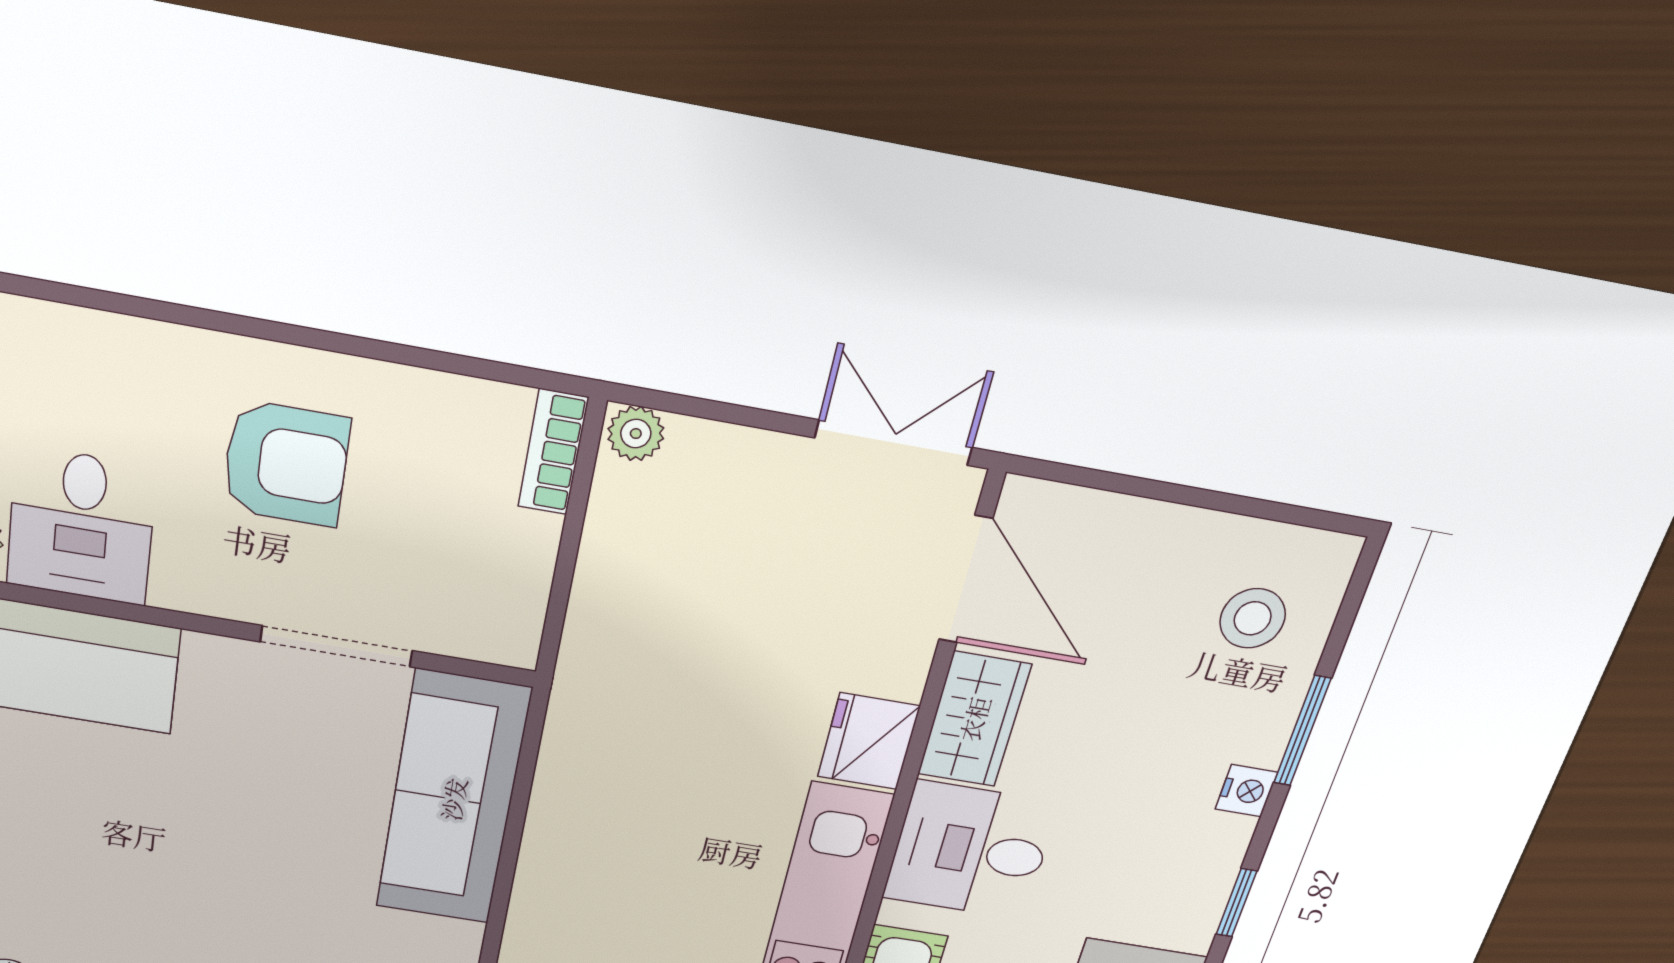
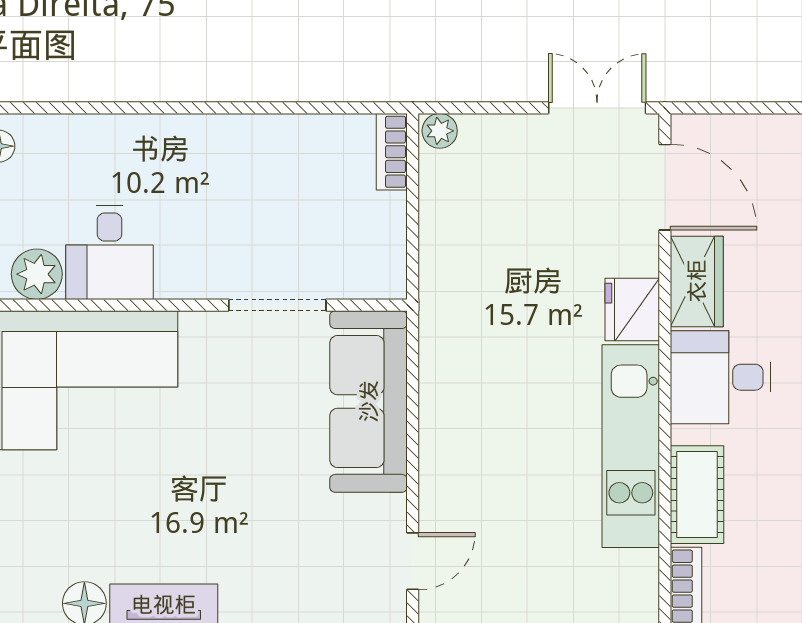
armchair: (286, 464) -> (231, 189), removed

